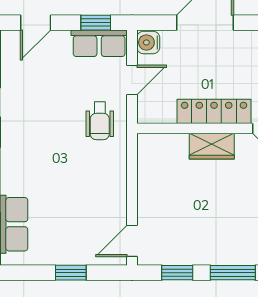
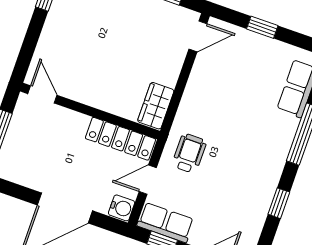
locker: (214, 111) -> (121, 139), moved
wardrobe: (212, 146) -> (156, 106), moved, turned -90

